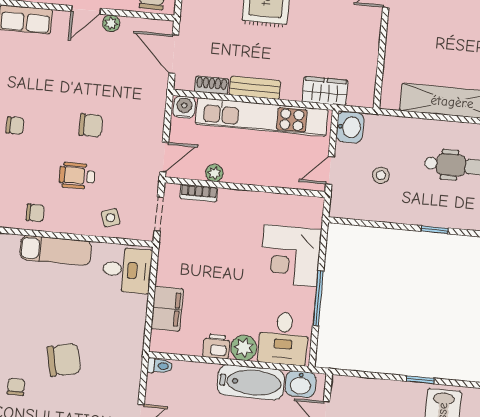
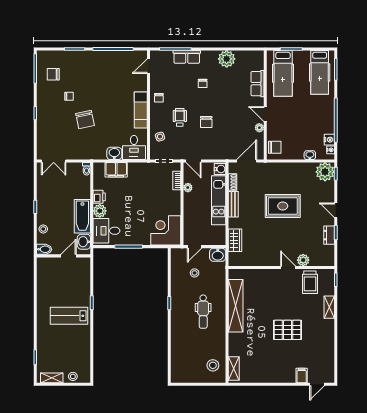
kitchen unit: (262, 117) -> (219, 200), width x0.73
door: (330, 171) -> (195, 247), swing flipped
corner desk: (290, 256) -> (166, 230), moved
washbasin: (135, 309) -> (114, 153), added

